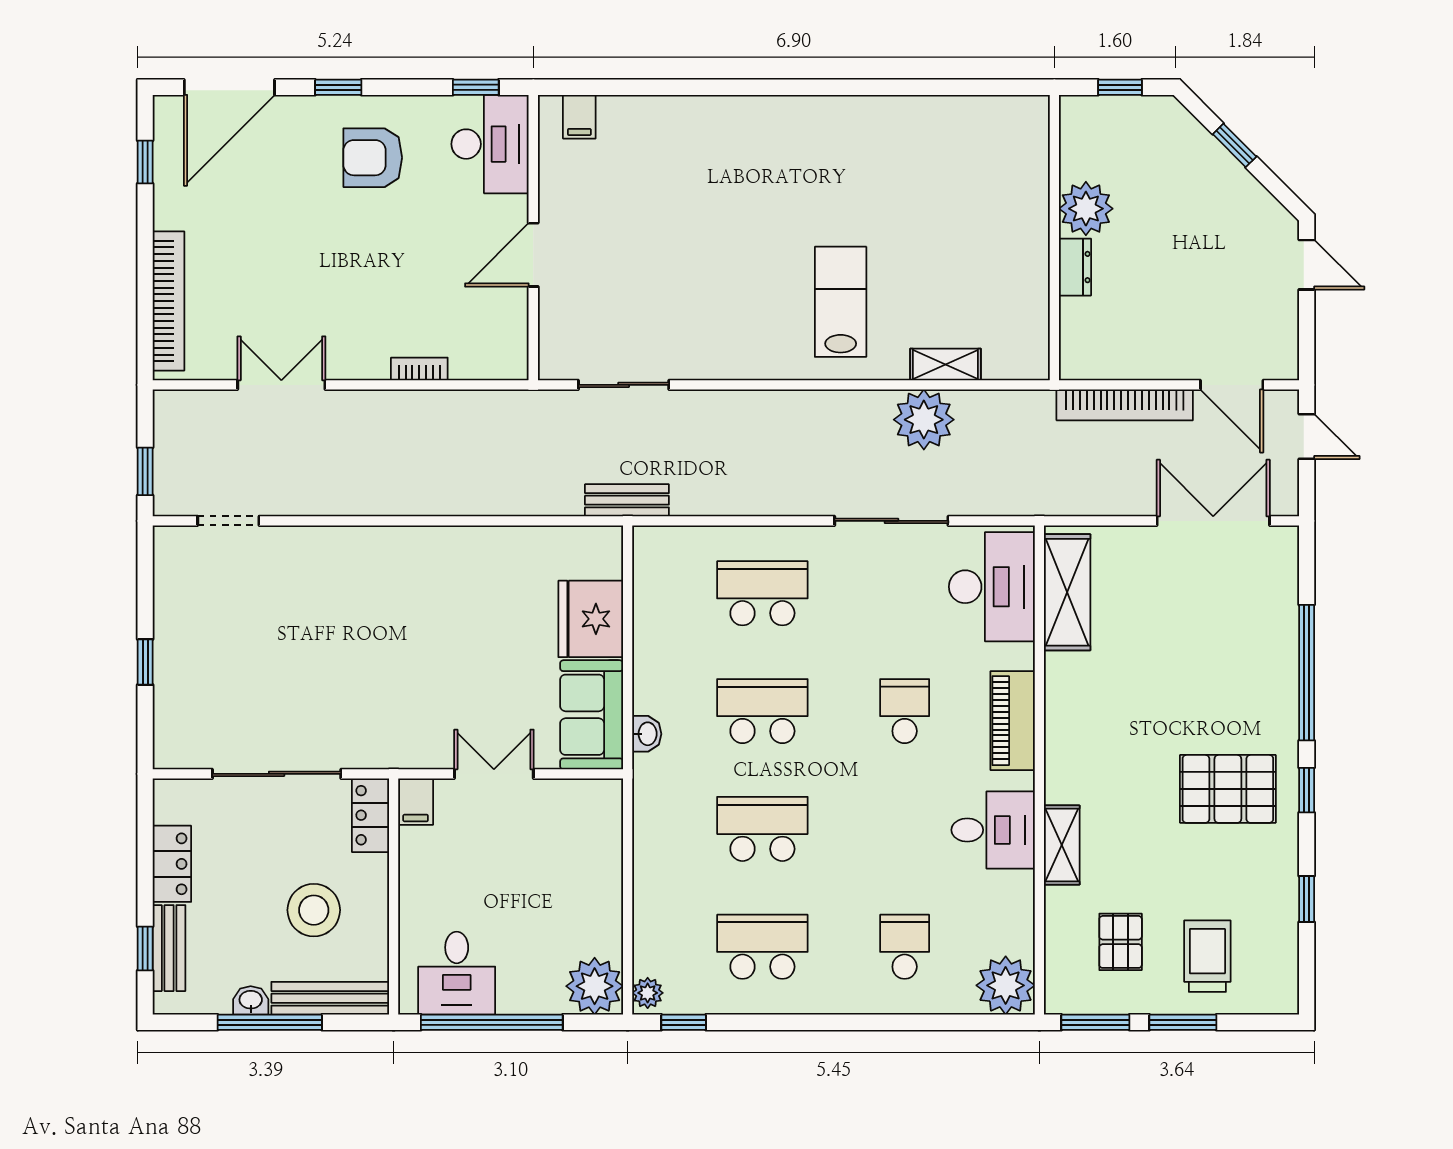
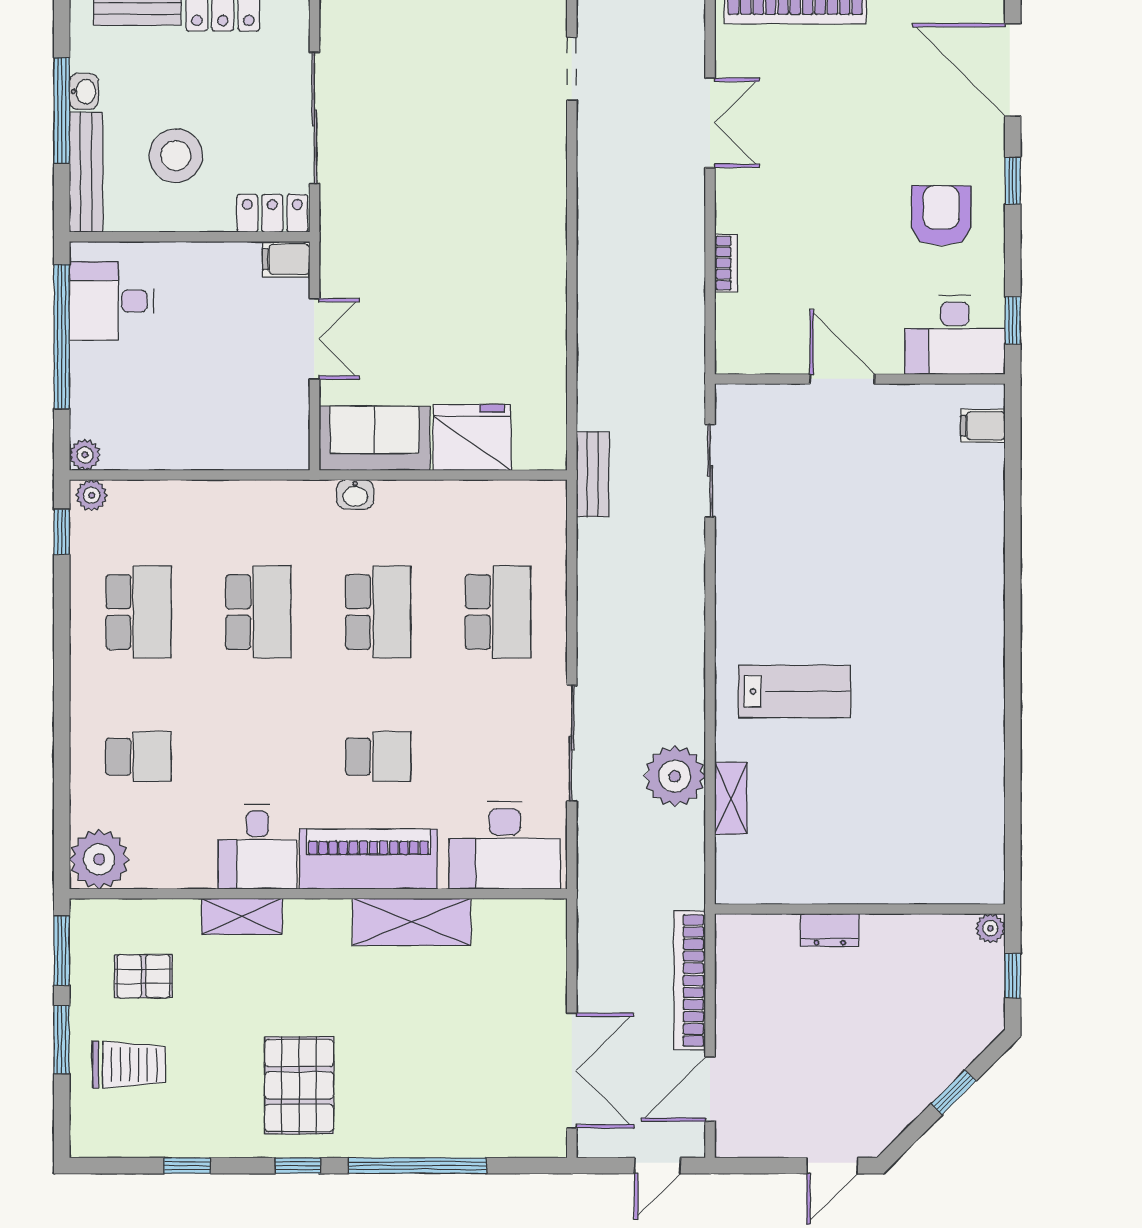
plant: (1086, 209) -> (990, 928), moved, width x0.53, depth x0.53
shelving: (1067, 592) -> (412, 922), moved
piano: (1013, 721) -> (369, 859), width x1.37, depth x1.33
plant: (595, 986) -> (85, 455), width x0.53, depth x0.53

